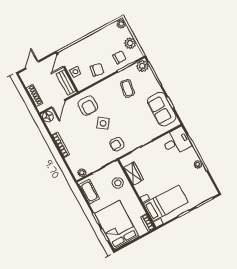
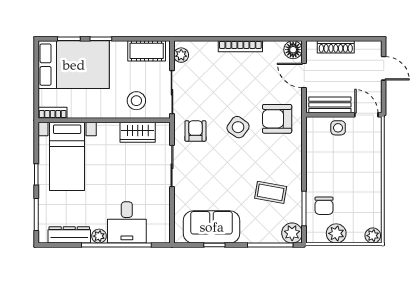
chair: (97, 70) -> (323, 162), removed
desk: (176, 141) -> (127, 222), moved
dresser: (206, 180) -> (69, 235), added

